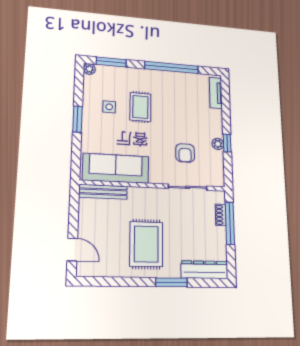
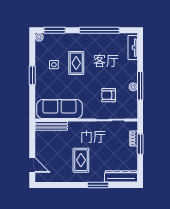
window: (227, 143) -> (140, 86), width x2.17
armchair: (185, 153) -> (109, 95), turned 90
window: (230, 223) -> (140, 144), width x0.69
rug: (146, 244) -> (81, 160), width x0.73, depth x0.70

